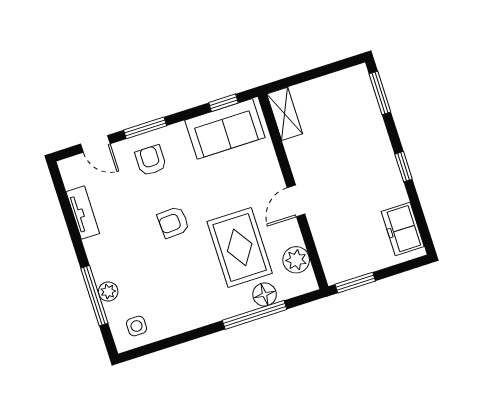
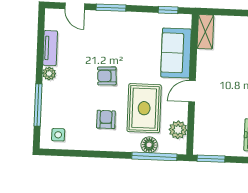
sofa: (225, 129) -> (176, 53), moved, turned 90
armchair: (151, 160) -> (106, 119), moved
plant: (108, 291) -> (49, 73), moved
window: (255, 315) -> (154, 156), moved

